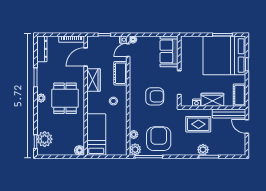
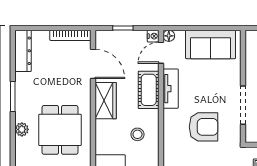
sofa: (169, 51) -> (211, 44), moved, turned -90
door: (86, 57) -> (93, 64), swing flipped
tv unit: (134, 72) -> (171, 89), added

